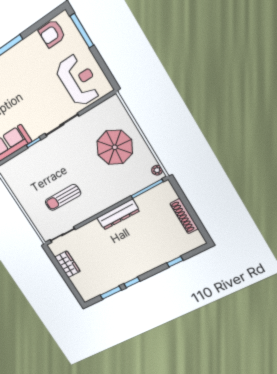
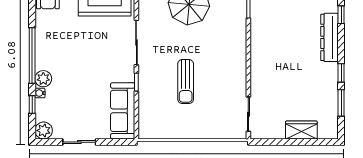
sun lounger: (63, 197) -> (186, 82), moved
dresser: (118, 214) -> (329, 37), moved, turned 180
wardrobe: (67, 264) -> (301, 130), moved

